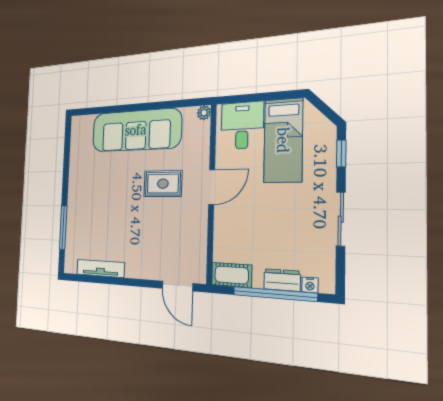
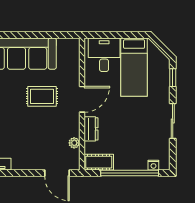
plant: (204, 113) -> (74, 143), moved
dresser: (282, 280) -> (91, 129), moved, turned 90

